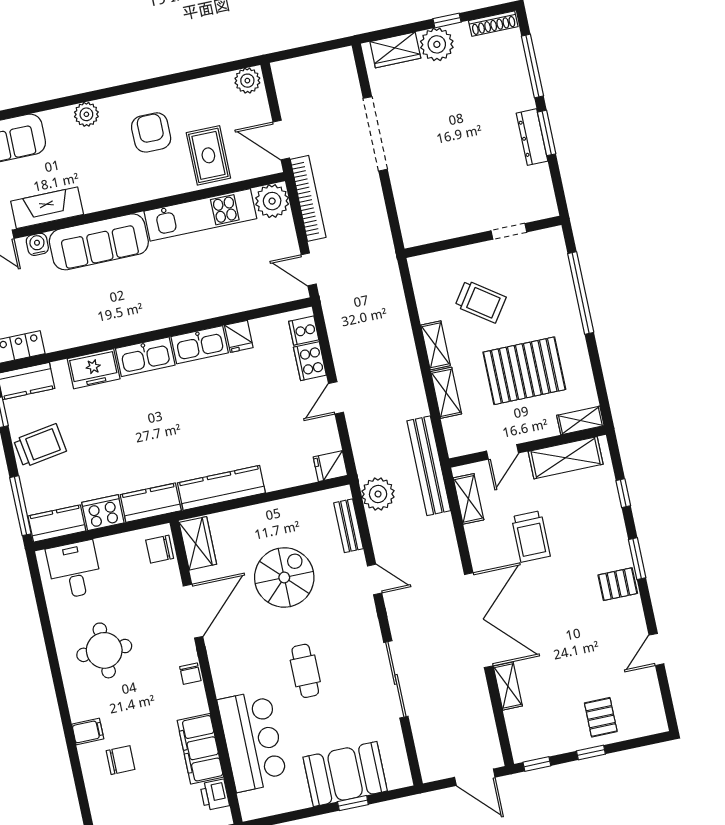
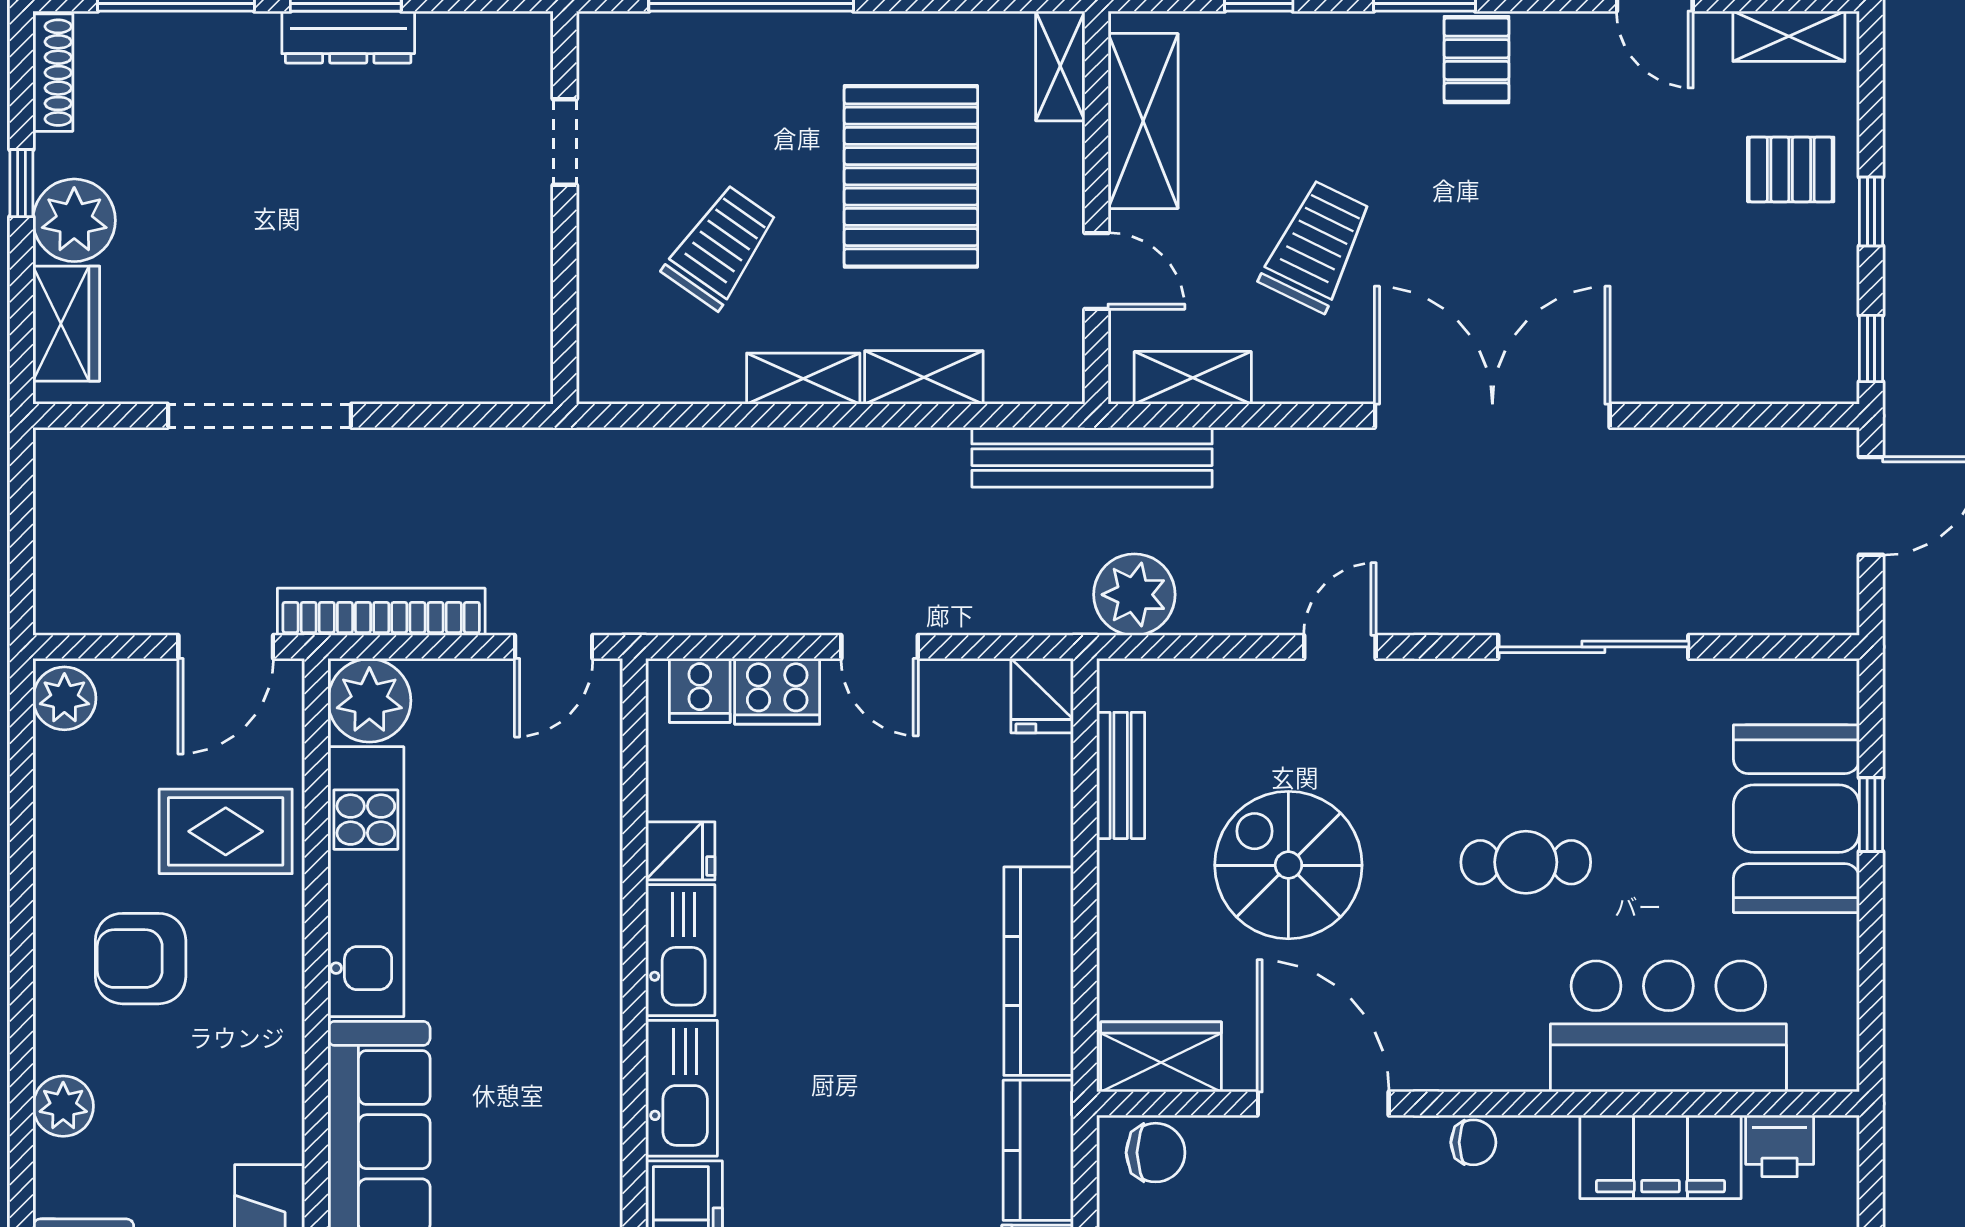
bench: (348, 526) -> (1121, 775), moved, turned 90
trolley: (531, 537) -> (1316, 246), turned -64
chair: (160, 549) -> (1156, 1153), turned -90
shelving: (508, 686) -> (1789, 36), moved

